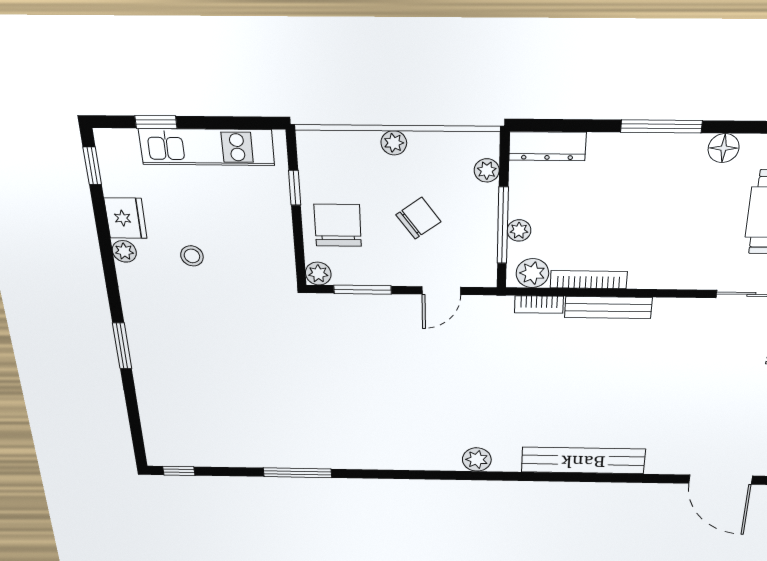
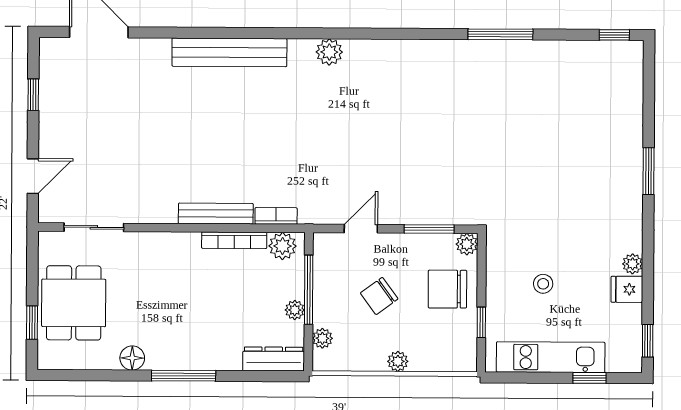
fridge: (126, 218) -> (627, 289), width x0.72
chair: (338, 225) -> (447, 289), turned 90
plant: (519, 230) -> (295, 310), moved
stool: (192, 256) -> (543, 284), moved

